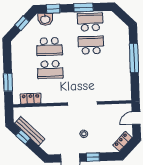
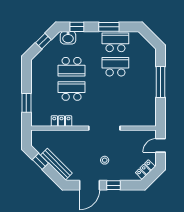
school desk: (50, 70) -> (72, 91), turned 180
locker: (31, 99) -> (61, 121), moved
bench: (30, 131) -> (56, 164), moved

